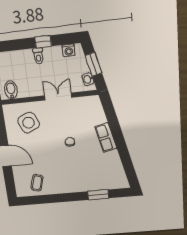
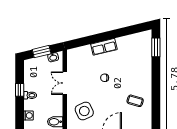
washing machine: (69, 50) -> (28, 115), moved
coffee table: (37, 183) -> (135, 101), moved
window: (98, 195) -> (156, 47), moved

